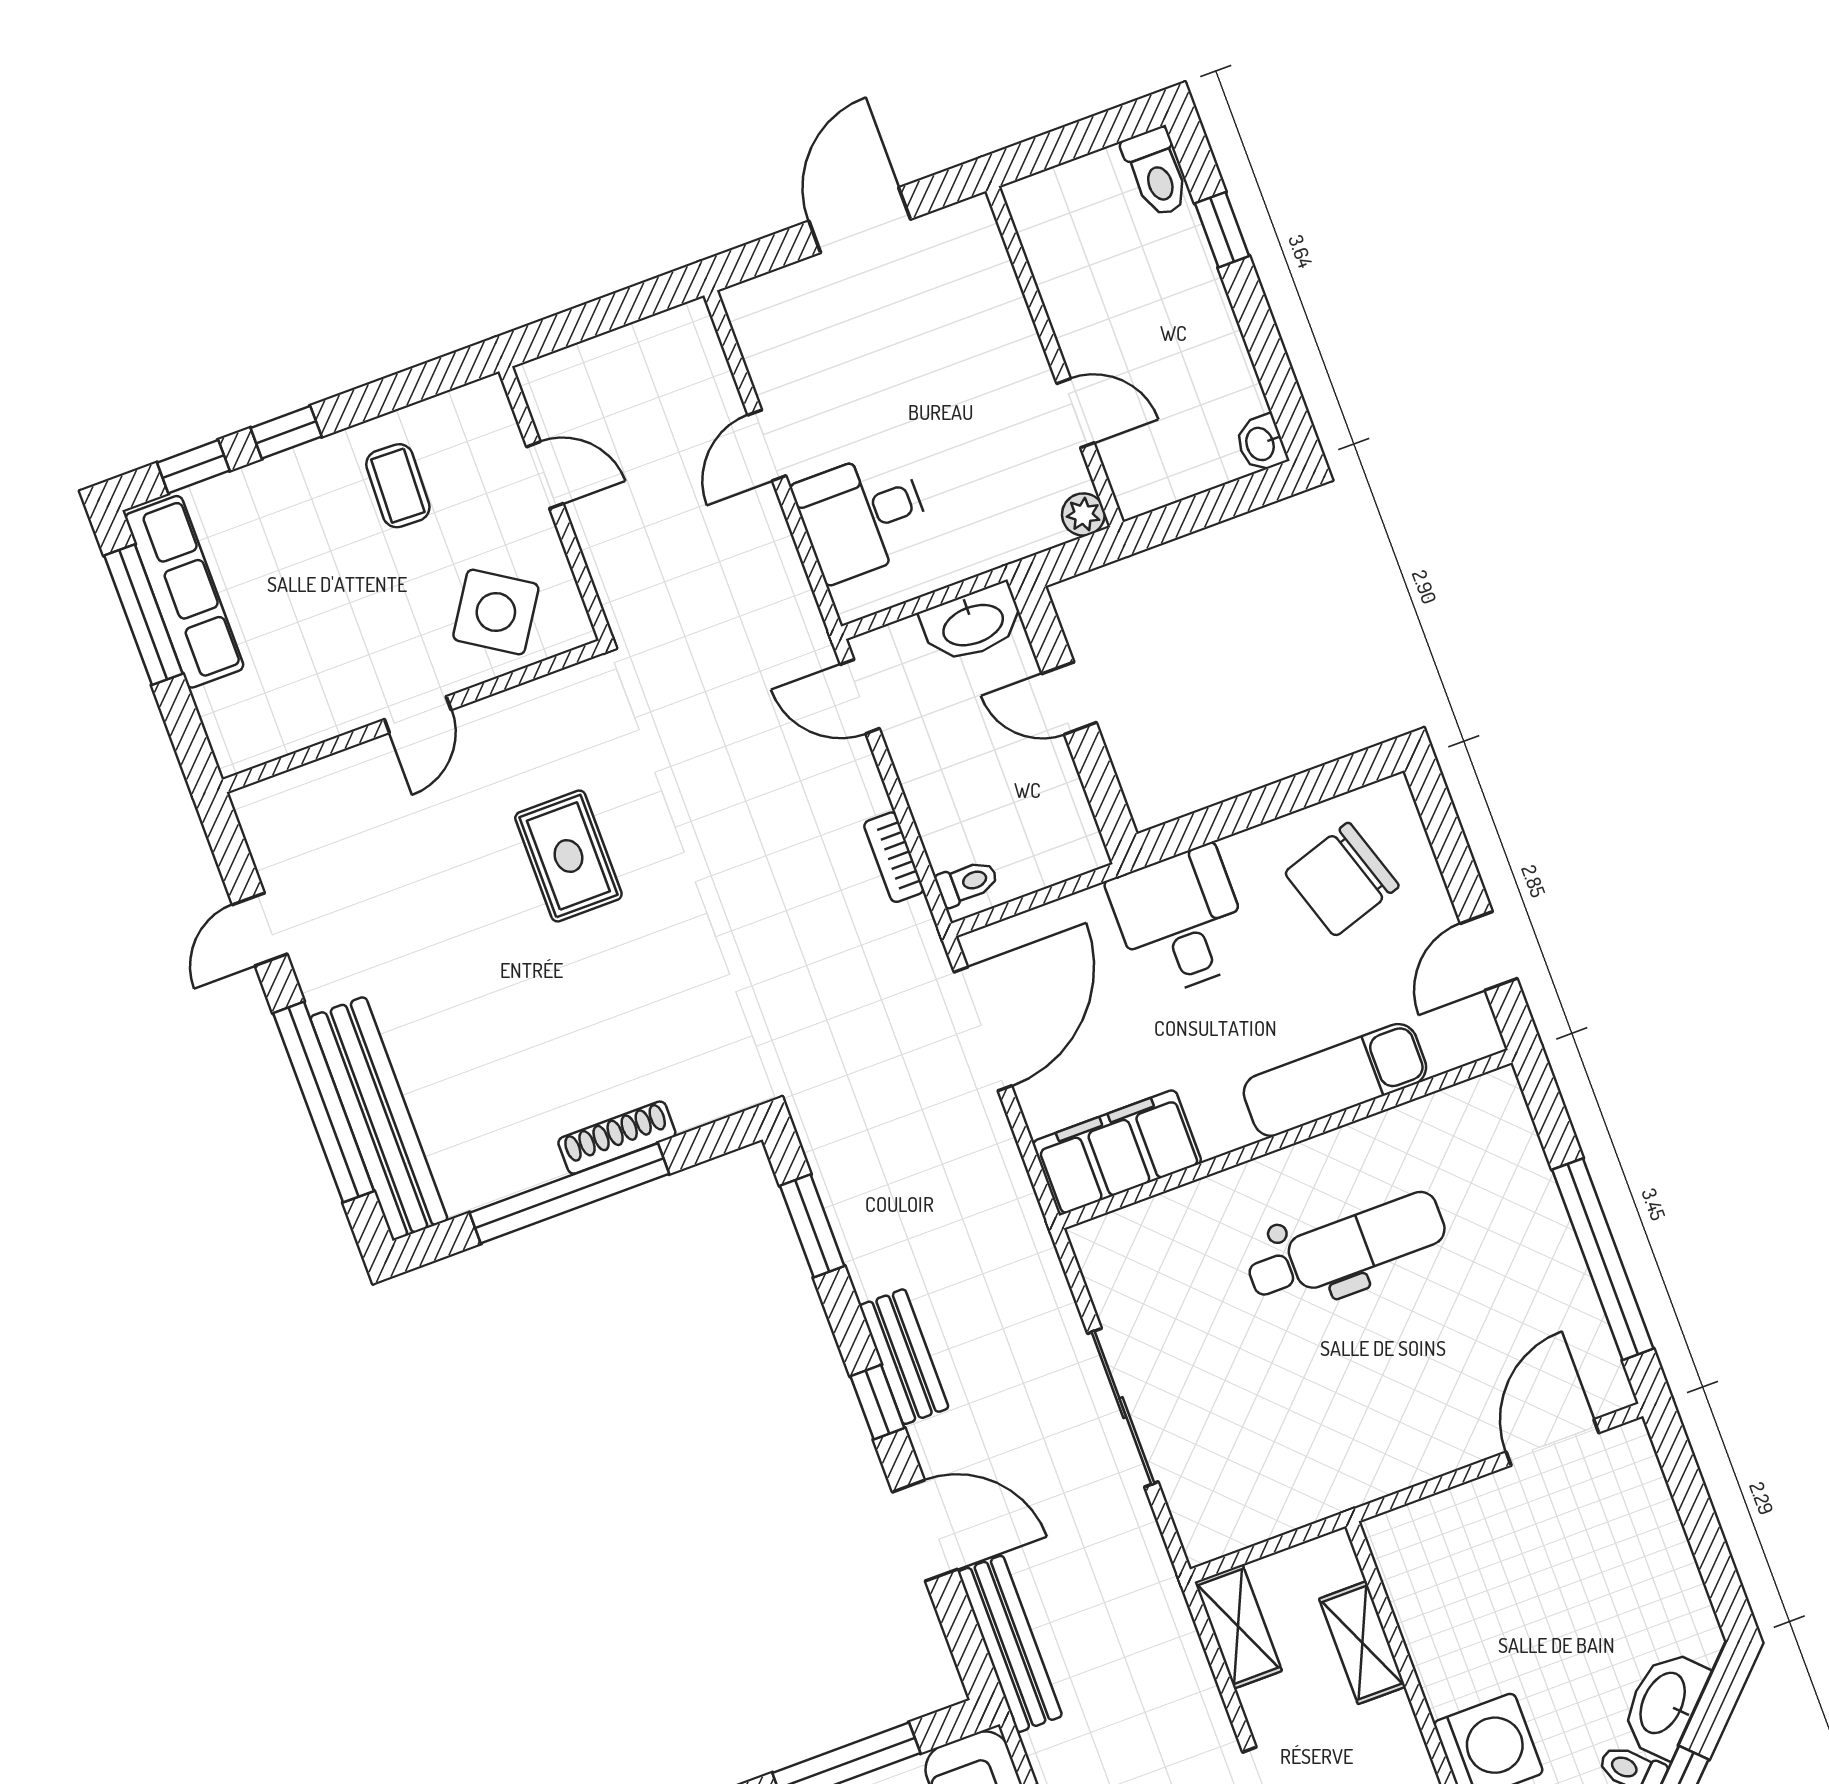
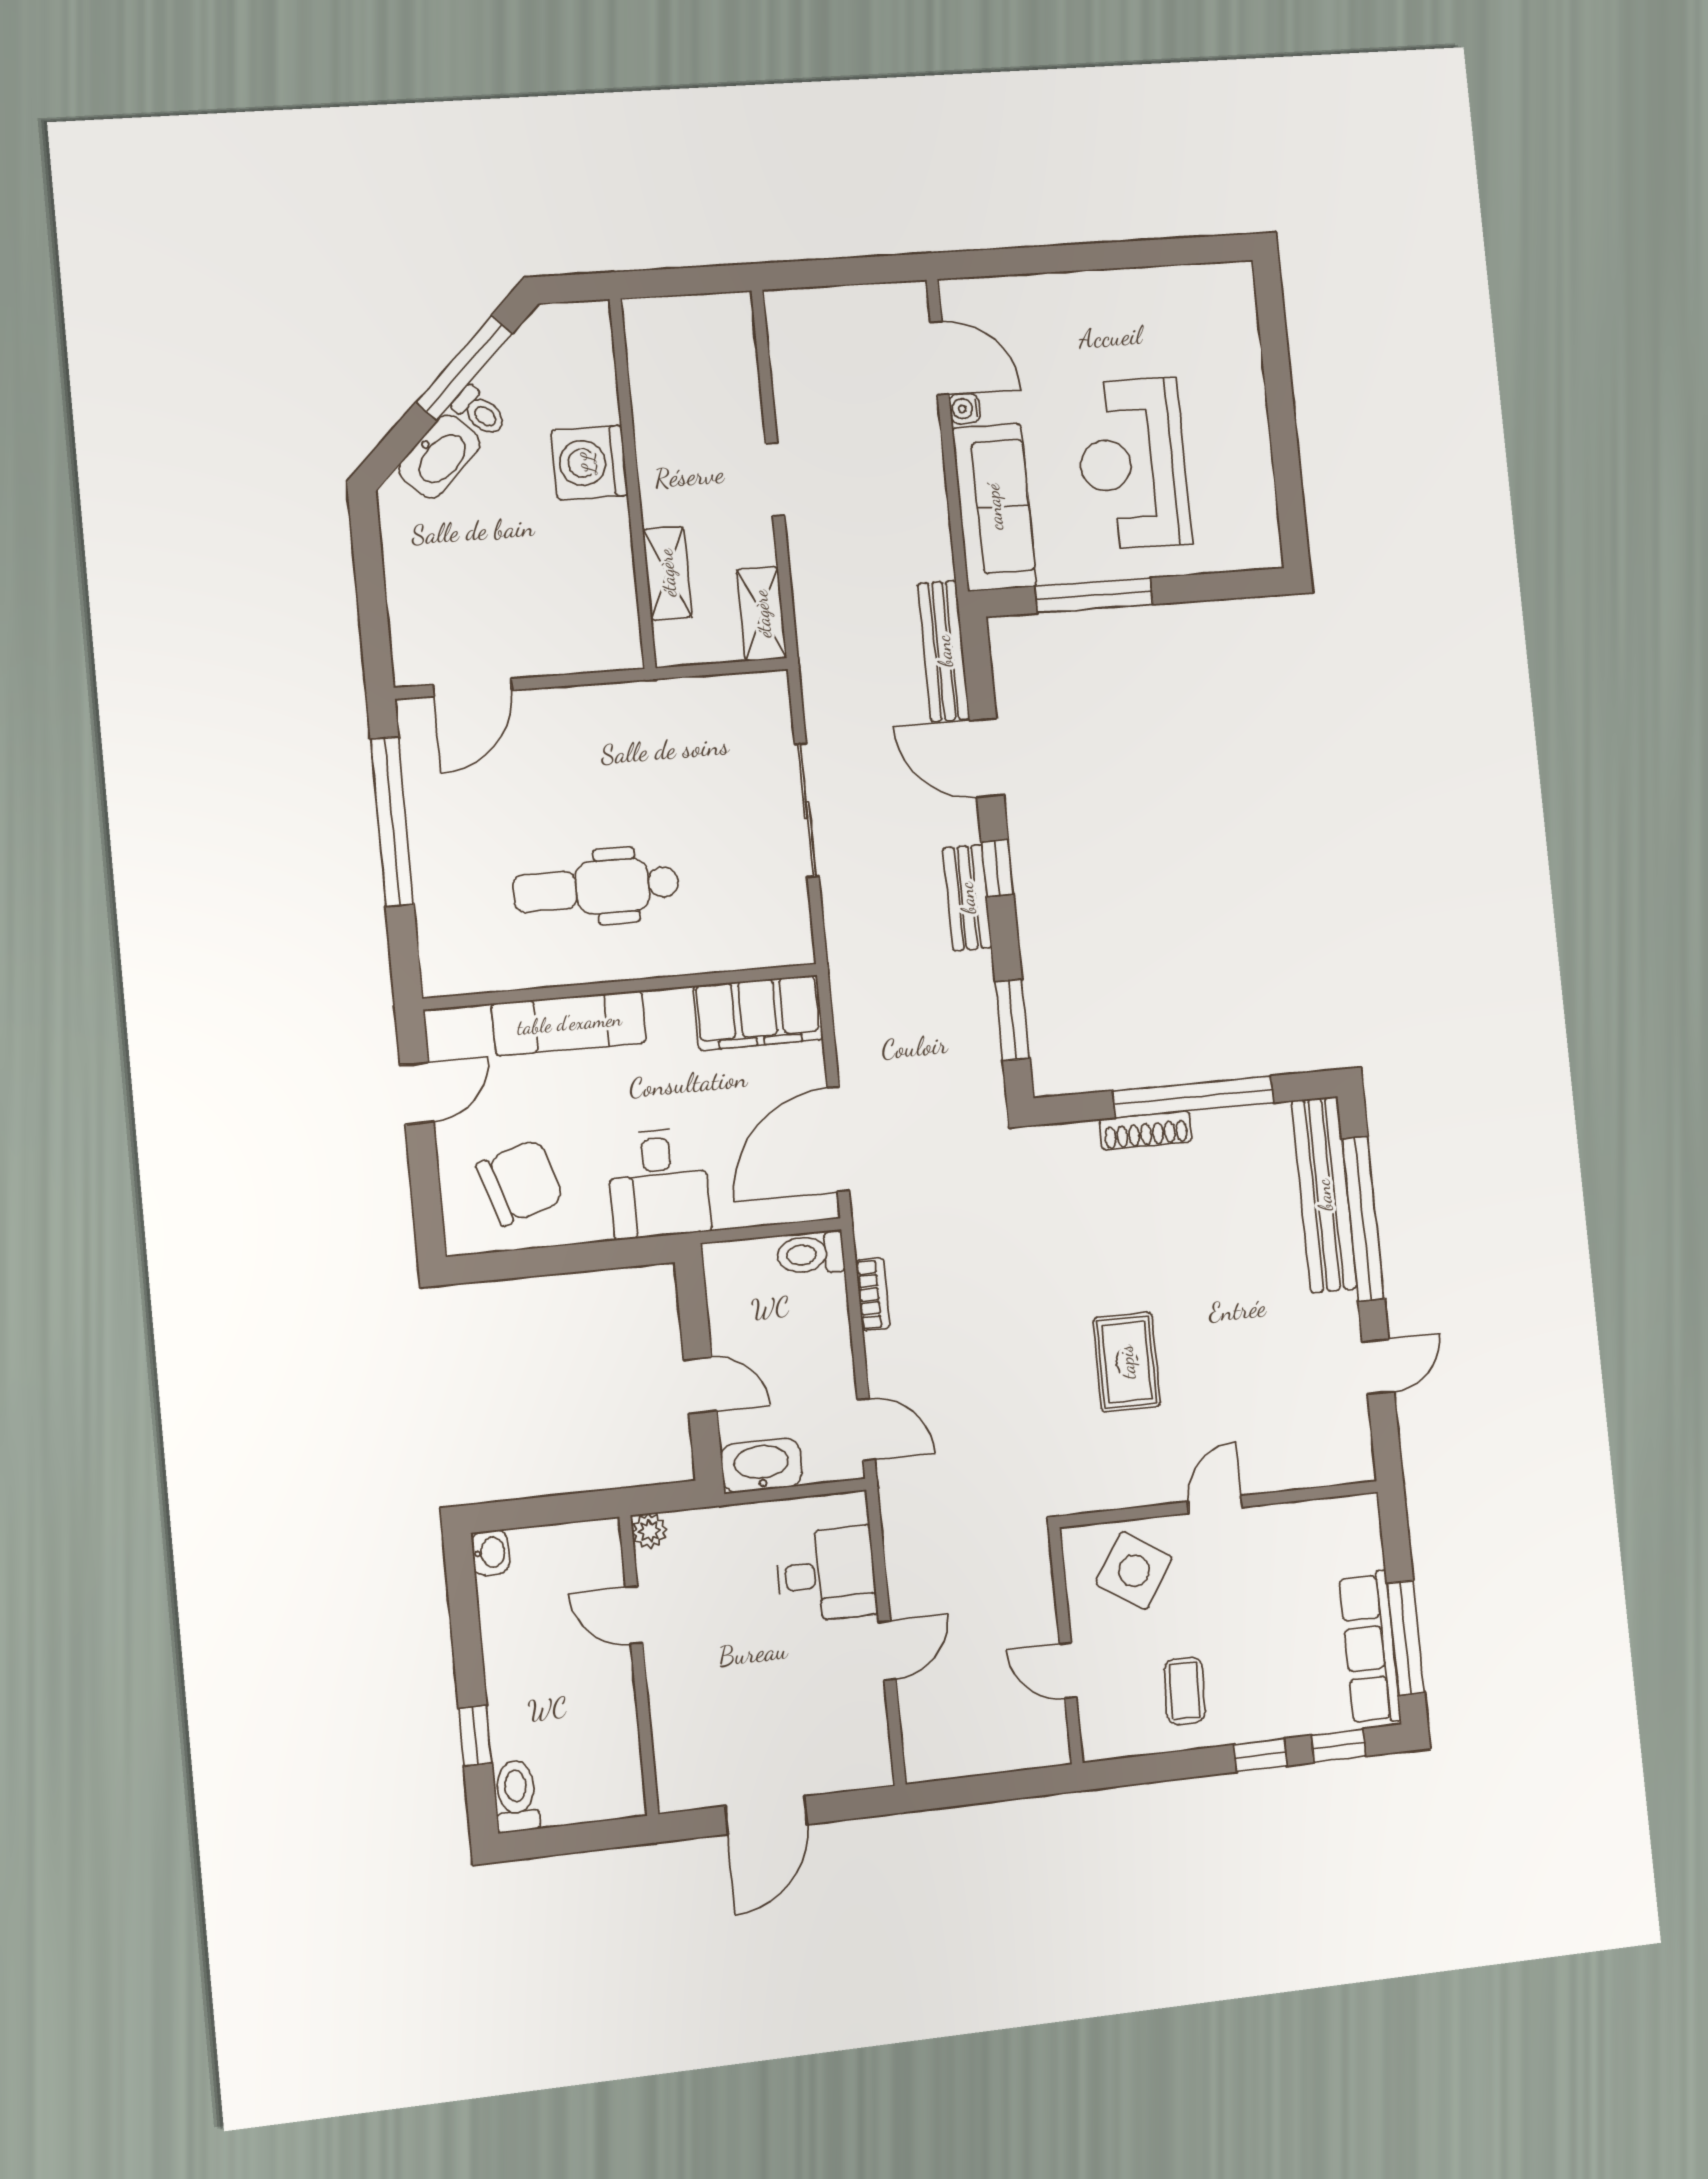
toilet: (967, 883) -> (811, 1254), width x1.37, depth x1.39

